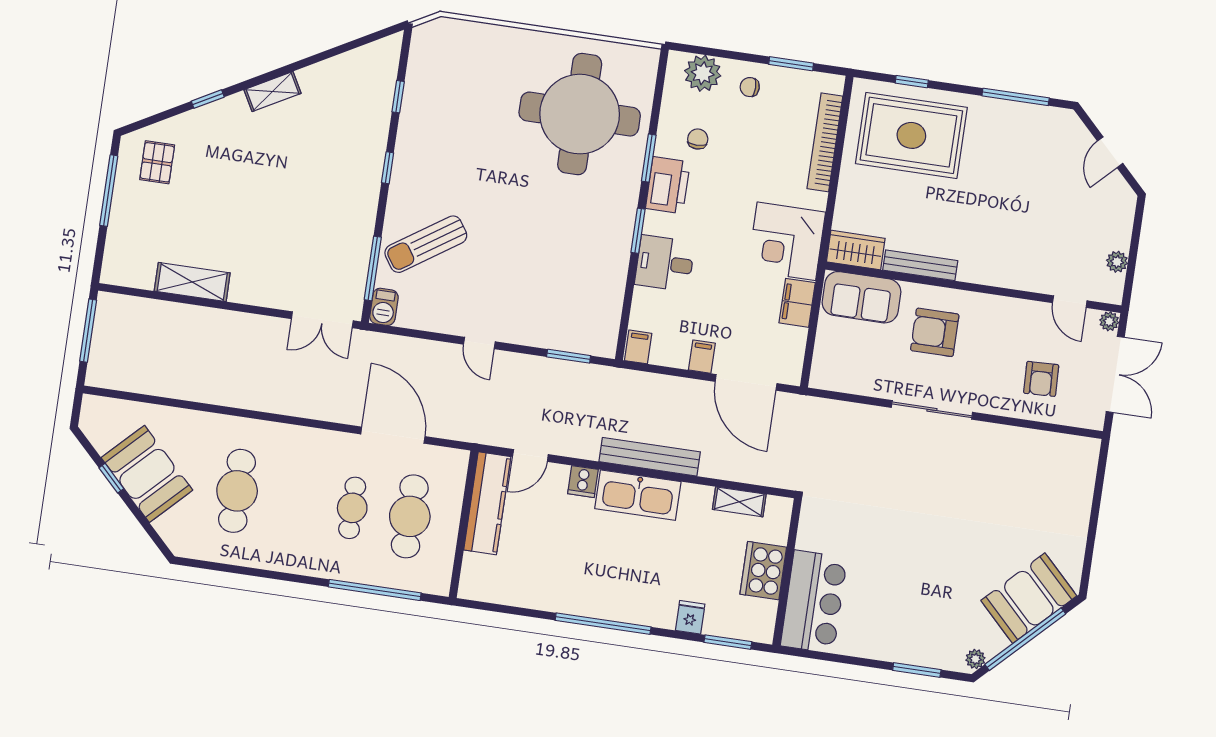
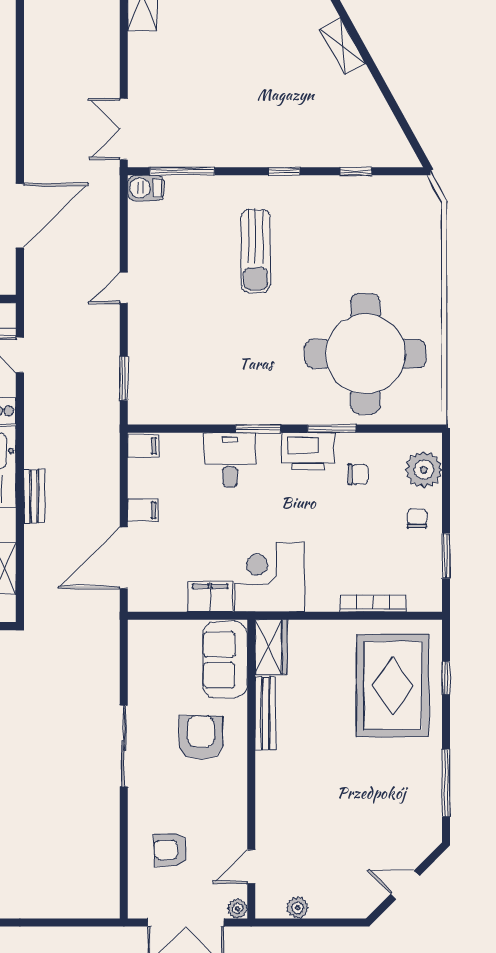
bookcase: (825, 142) -> (373, 603), width x0.68, depth x0.76
sun lounger: (426, 244) -> (256, 251), moved, turned -146
bench: (650, 457) -> (34, 496), width x0.54, depth x0.82

